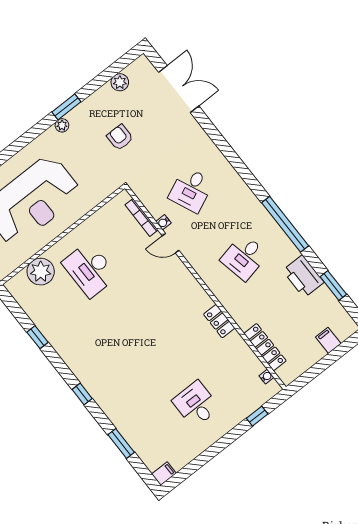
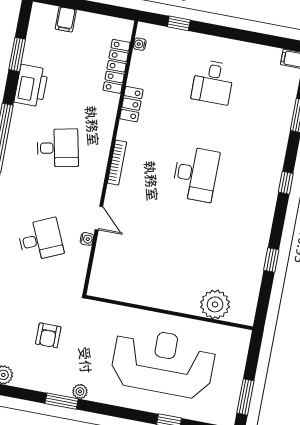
bookcase: (142, 217) -> (117, 163), moved
desk: (90, 269) -> (195, 174), moved
locker: (219, 321) -> (131, 104), moved

